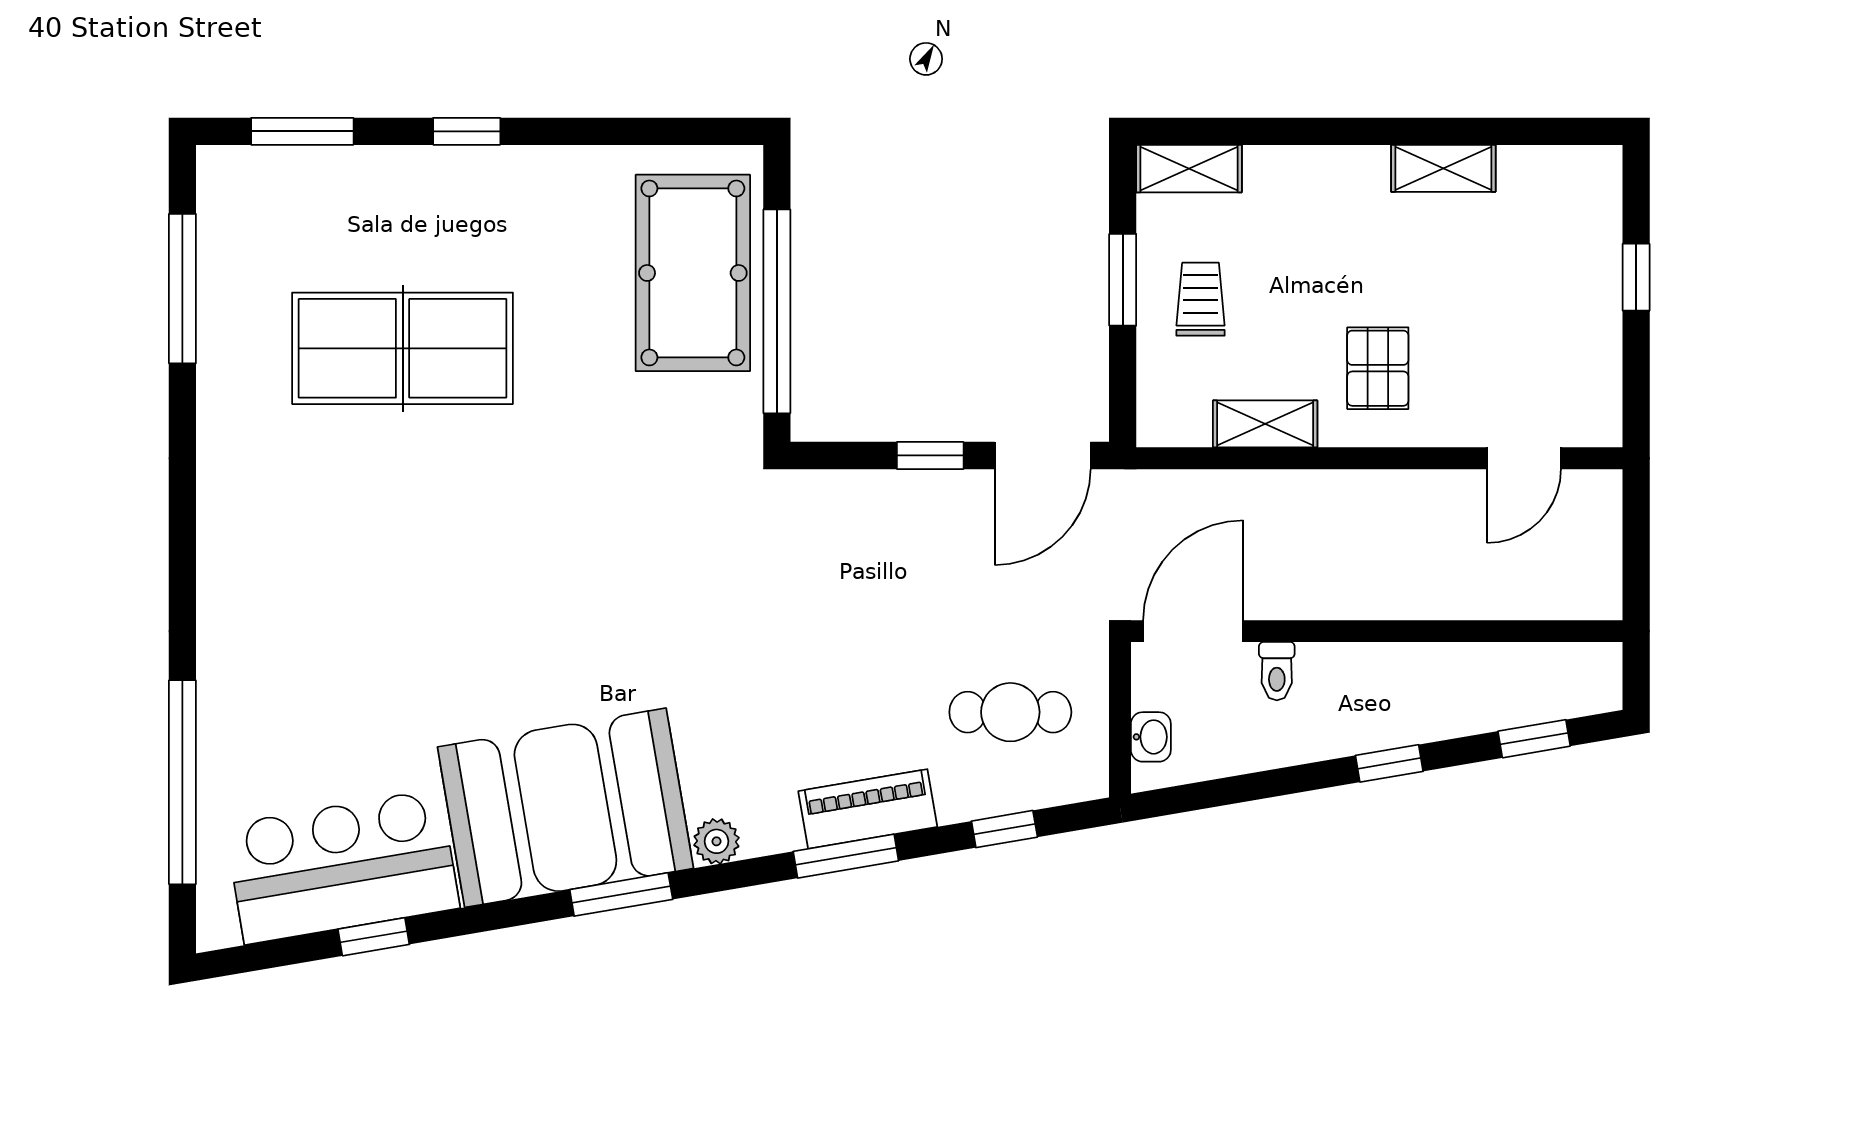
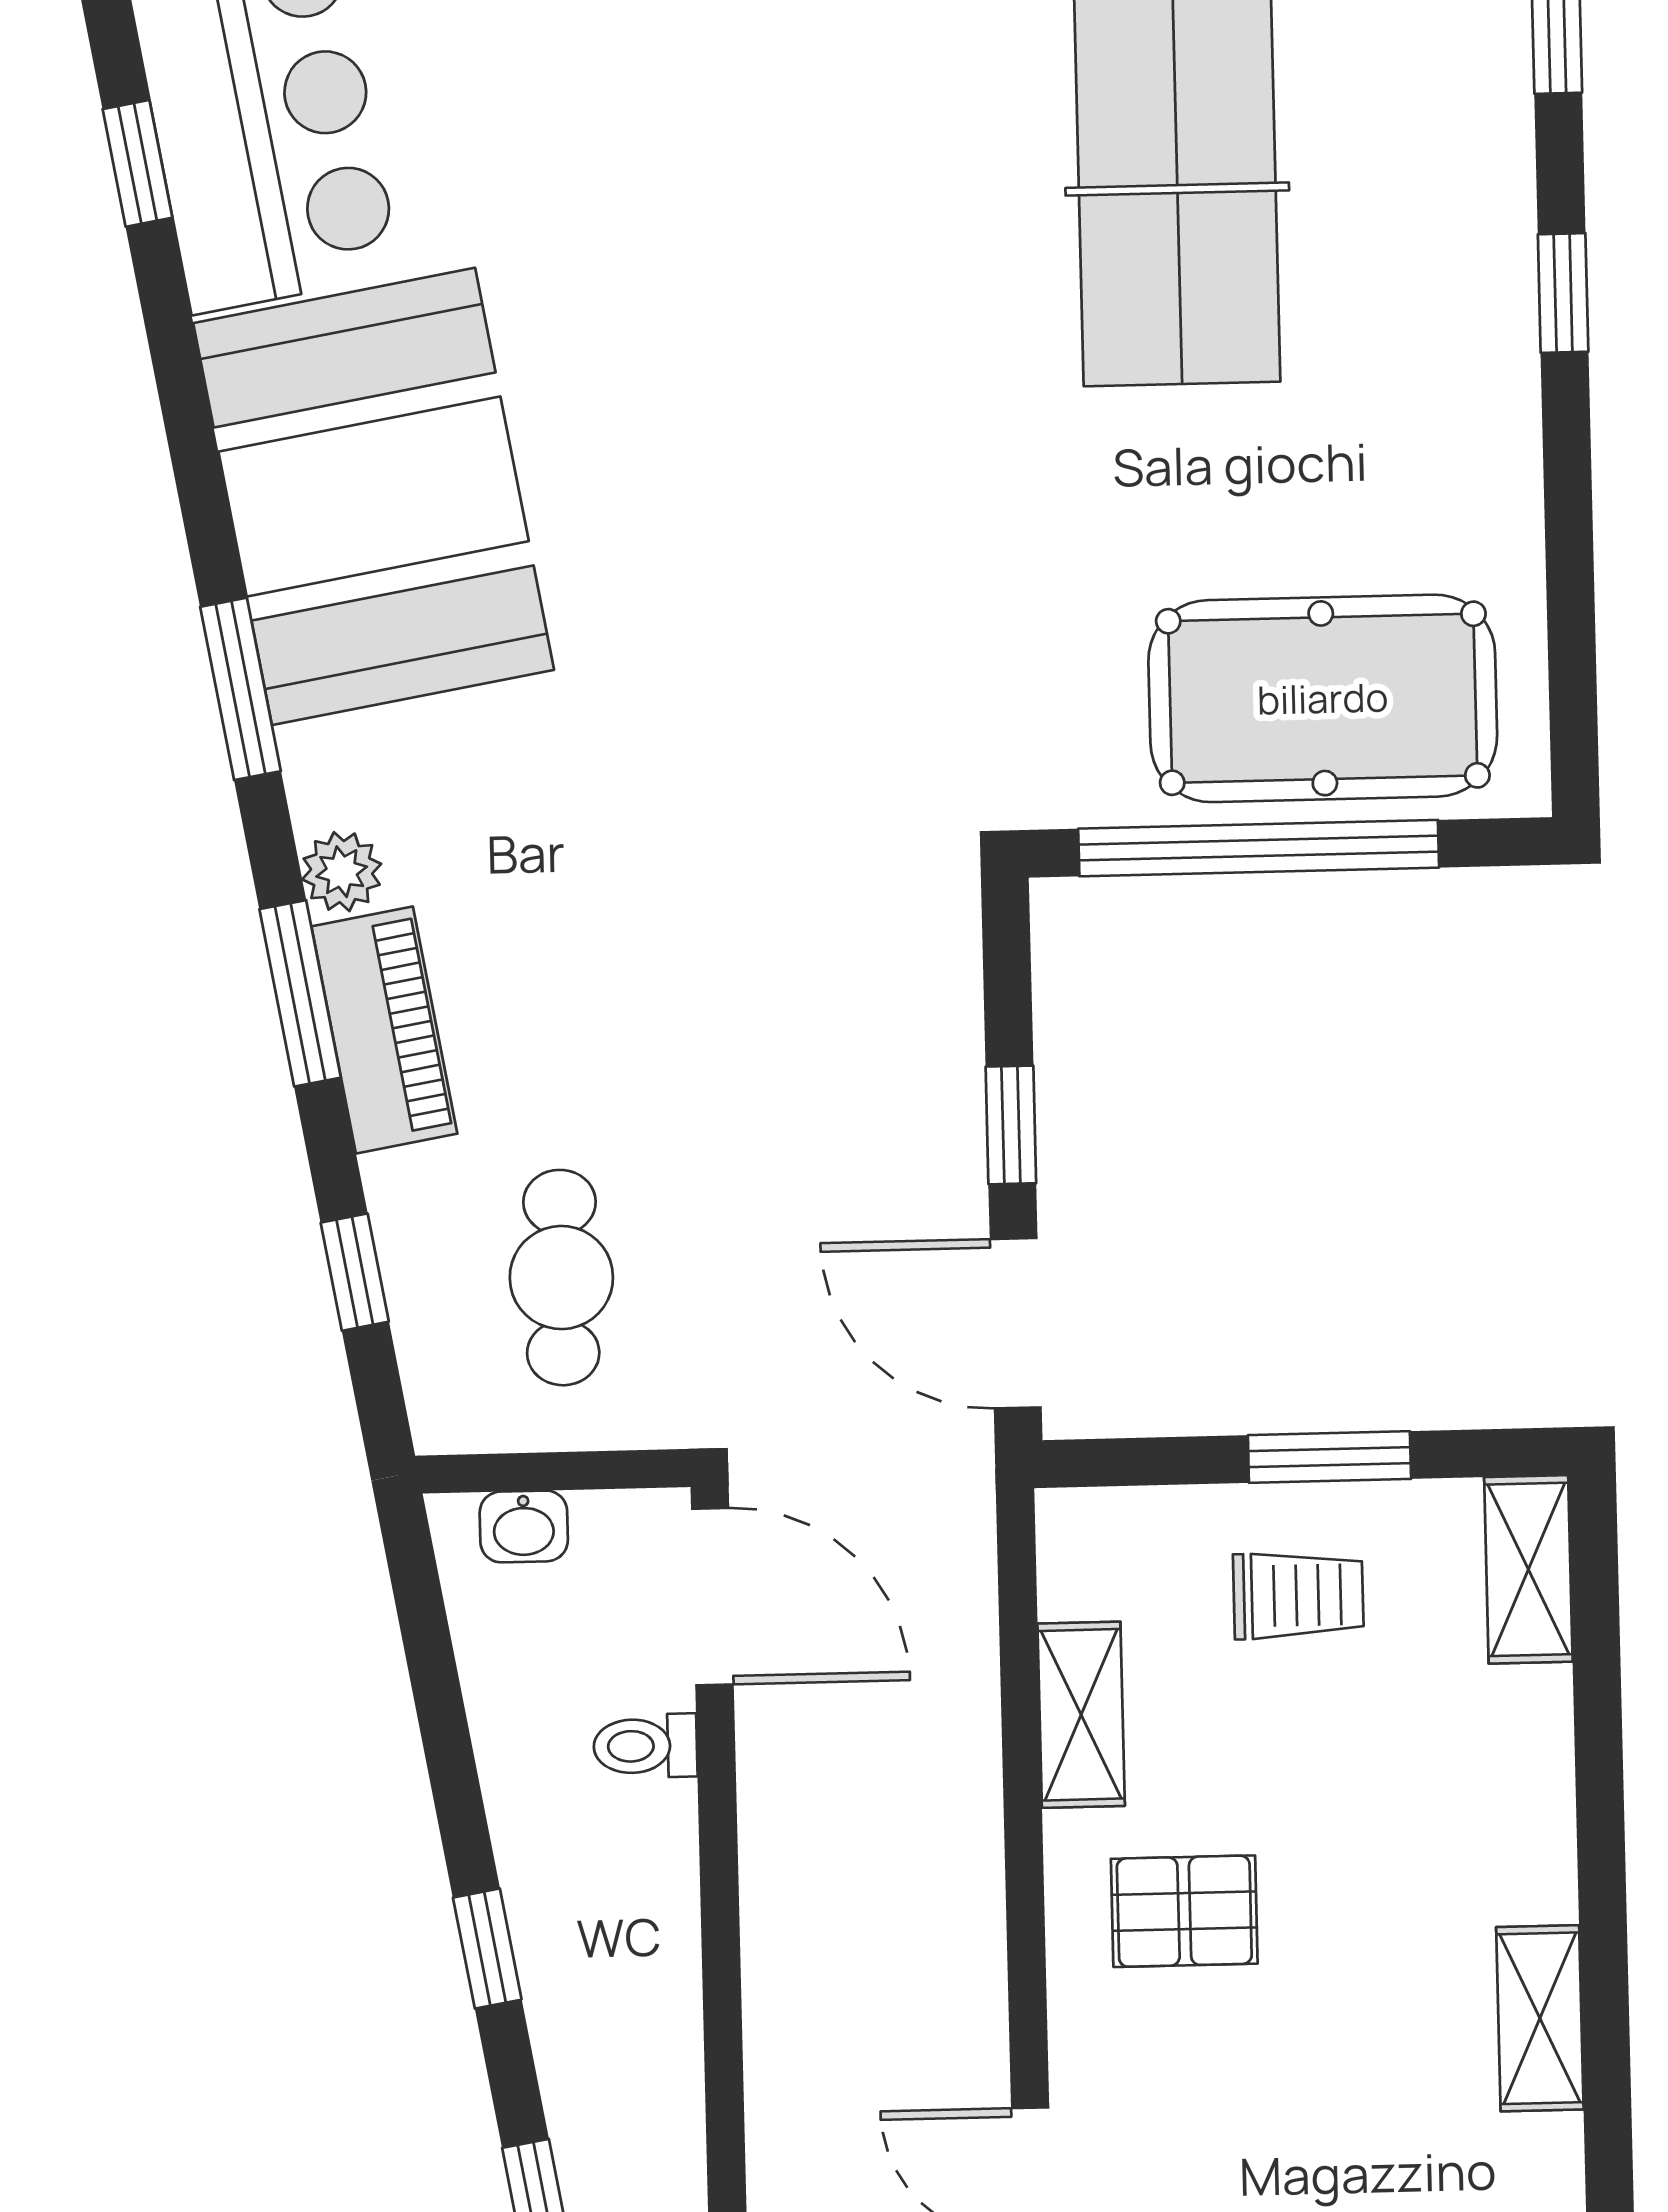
plant: (717, 841) -> (342, 872), moved
window: (621, 894) -> (241, 689), moved

